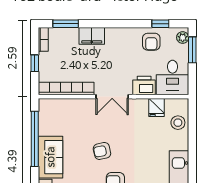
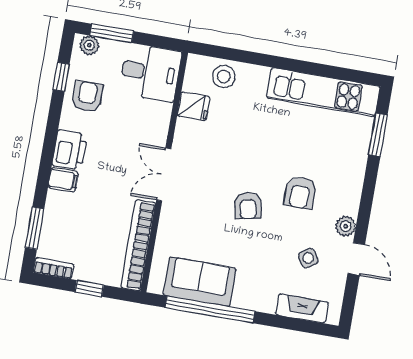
filing cabinet: (92, 36) -> (63, 180), width x0.50
armchair: (151, 42) -> (87, 96), turned -90
printer: (144, 85) -> (70, 150), moved, turned 180
double door: (112, 97) -> (164, 174), swing flipped
sofa: (51, 157) -> (200, 282), moved

